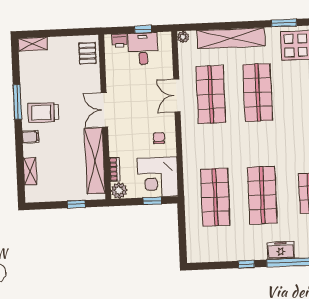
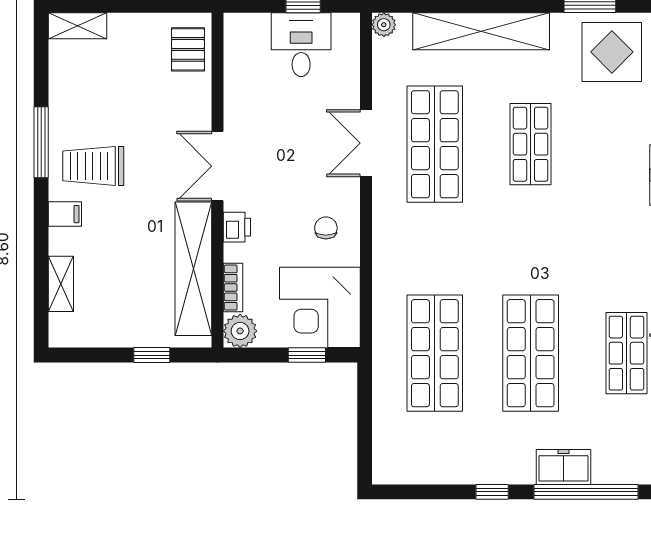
printer: (119, 41) -> (237, 227), moved, turned -90
shop shelf: (258, 93) -> (531, 144), width x0.70, depth x0.74

